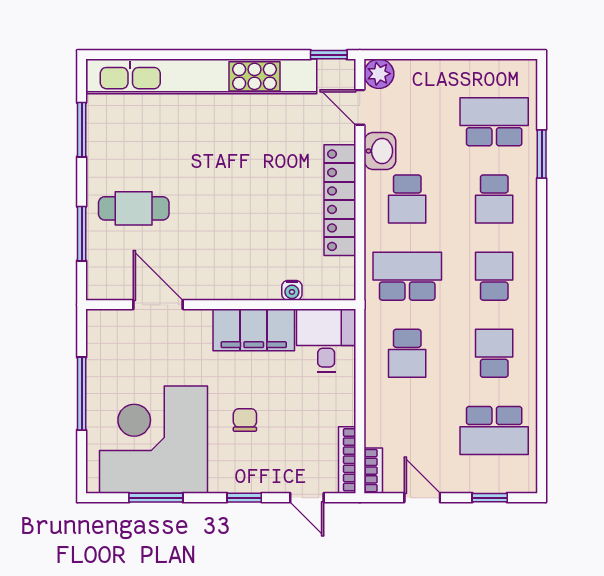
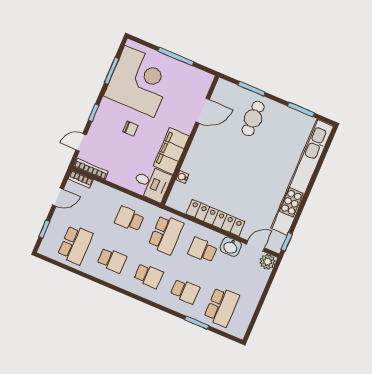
school desk: (494, 199) -> (185, 291), turned 180
school desk: (494, 430) -> (75, 245), turned 180

